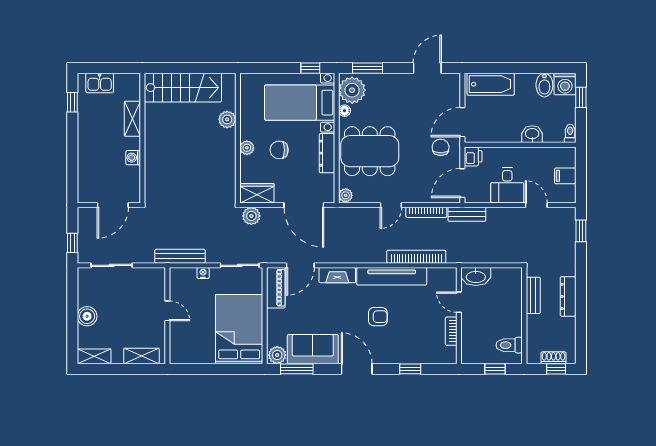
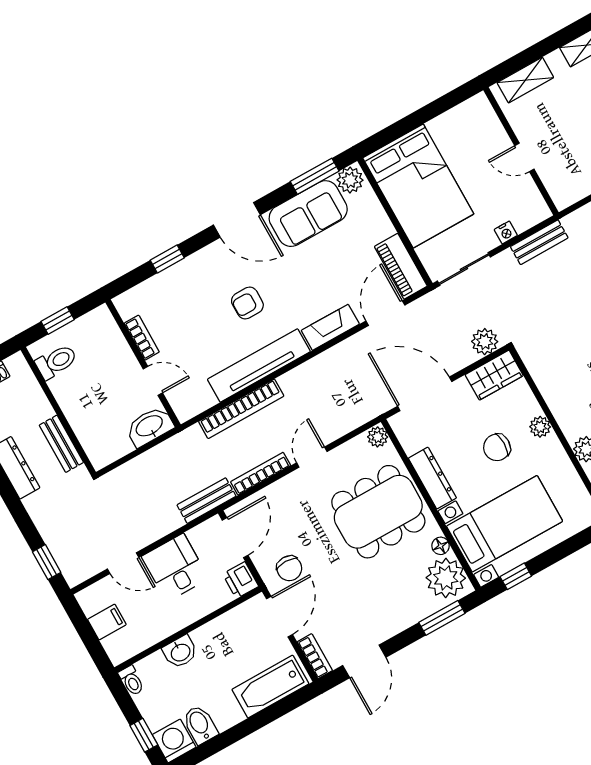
bookcase: (455, 87) -> (315, 656), added
chair: (279, 150) -> (497, 447), turned 180
bench: (180, 256) -> (539, 242), width x0.73

